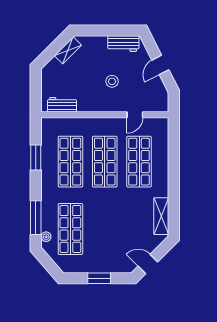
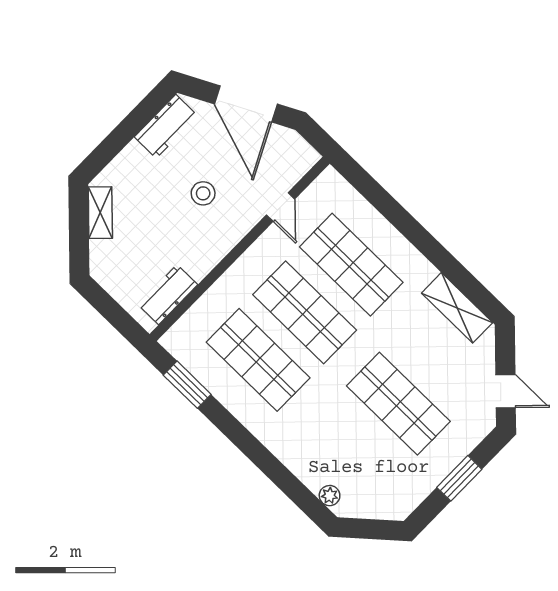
door: (160, 65) -> (246, 104), width x1.88
window: (36, 158) -> (187, 385), moved
window: (36, 218) -> (289, 484), removed
shop shelf: (70, 229) -> (398, 404), moved
door: (148, 264) -> (506, 391), swing flipped

